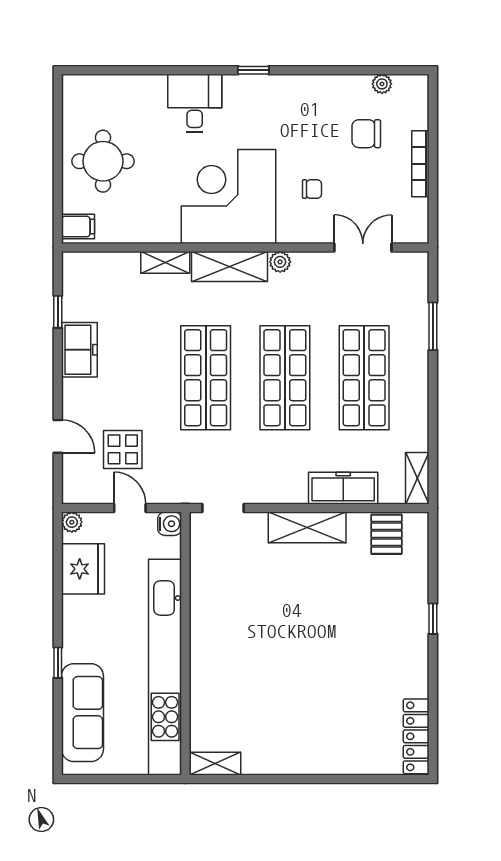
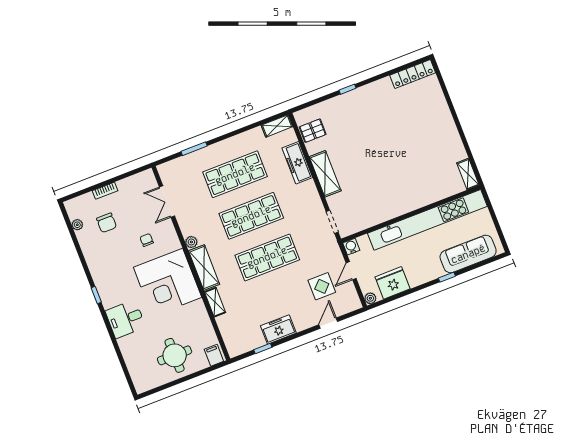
bookcase: (420, 164) -> (105, 191), width x0.64

